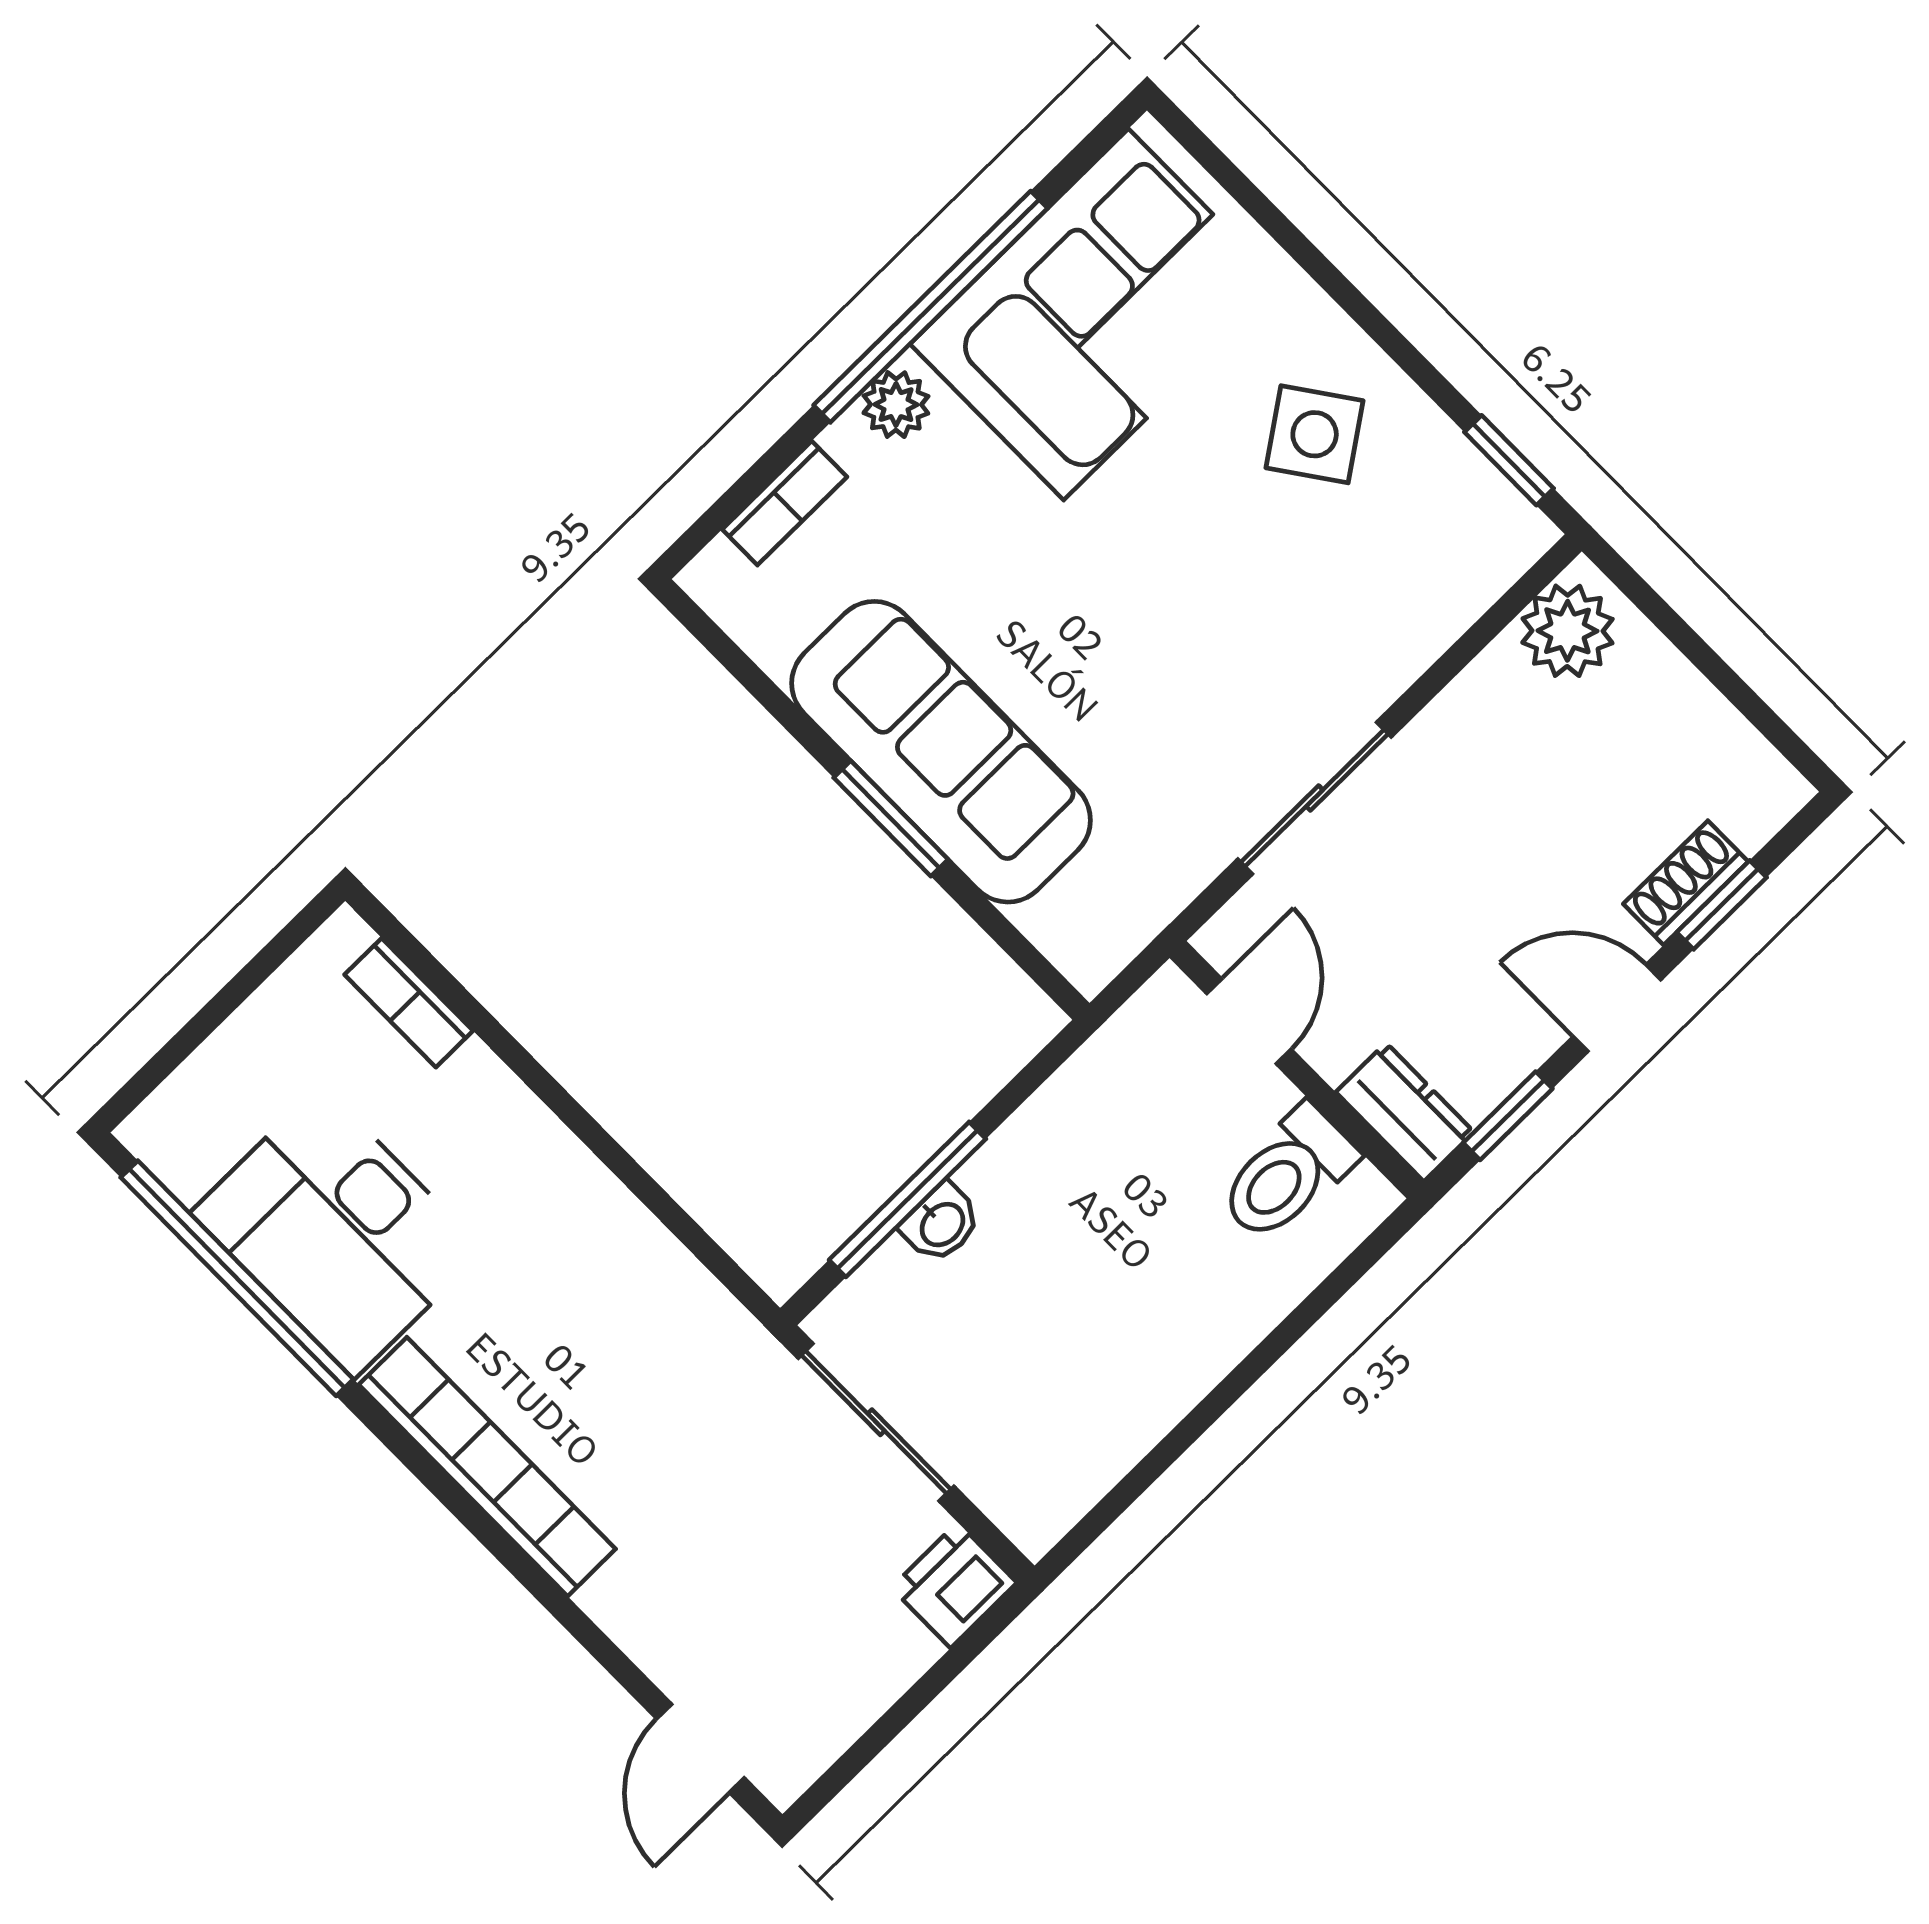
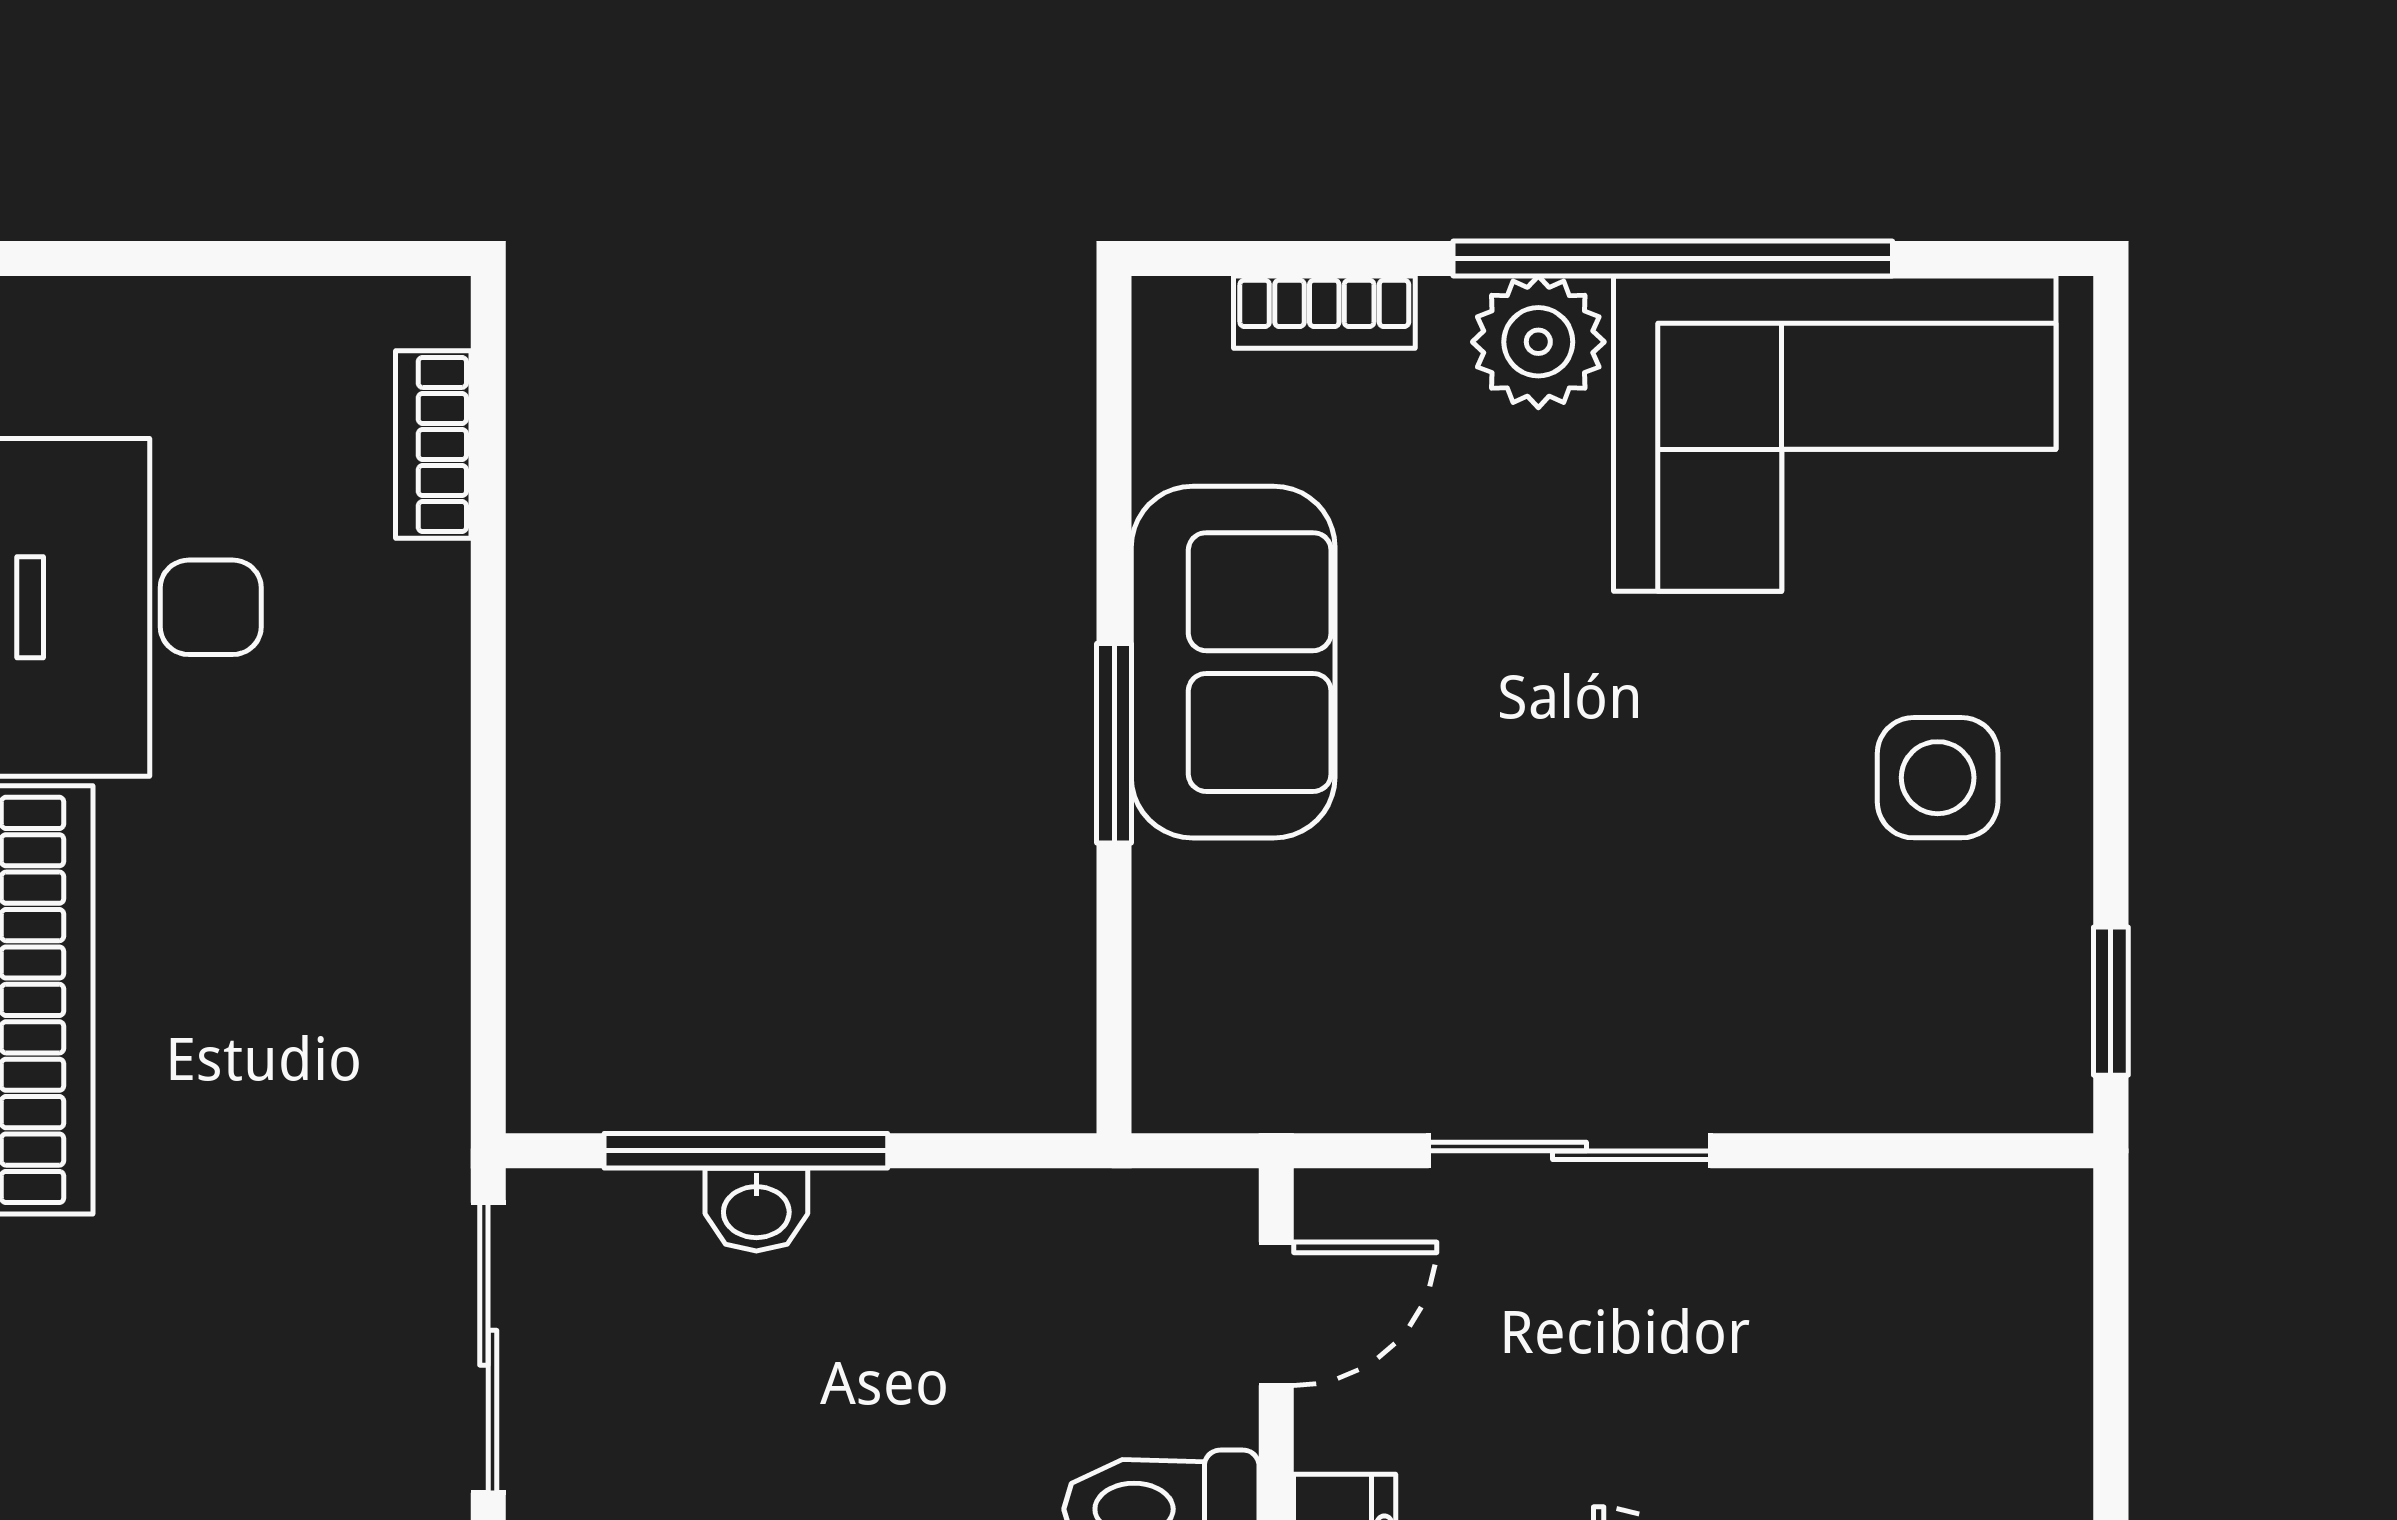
plant: (896, 405) -> (1538, 342), width x1.38, depth x1.38
side table: (1315, 434) -> (1938, 778), turned 35
plant: (1567, 631) -> (1998, 1235), removed
sofa: (941, 752) -> (1233, 662), width x0.73

